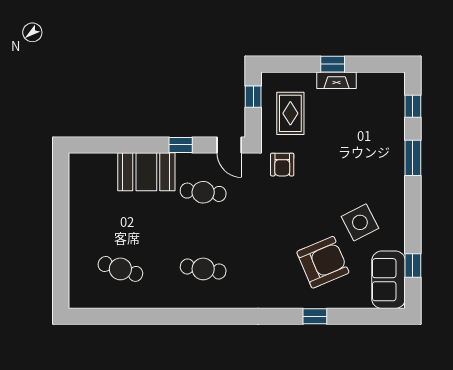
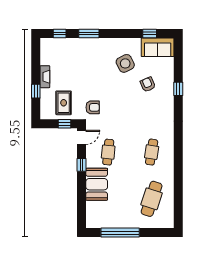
window: (333, 64) -> (36, 91), moved
window: (253, 97) -> (65, 124), moved
rug: (290, 113) -> (64, 103), turned 90
window: (61, 213) -> (120, 233), added
armchair: (323, 262) -> (148, 84), width x0.53, depth x0.53
cafe table: (120, 269) -> (152, 199), width x1.37, depth x1.35

